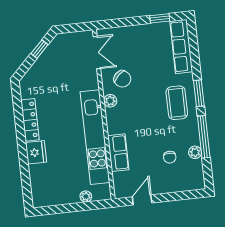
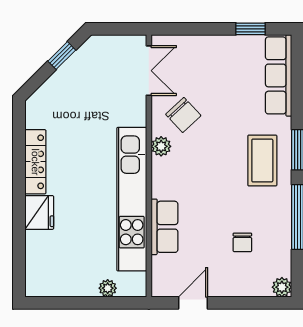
plant: (195, 152) -> (282, 287), moved

